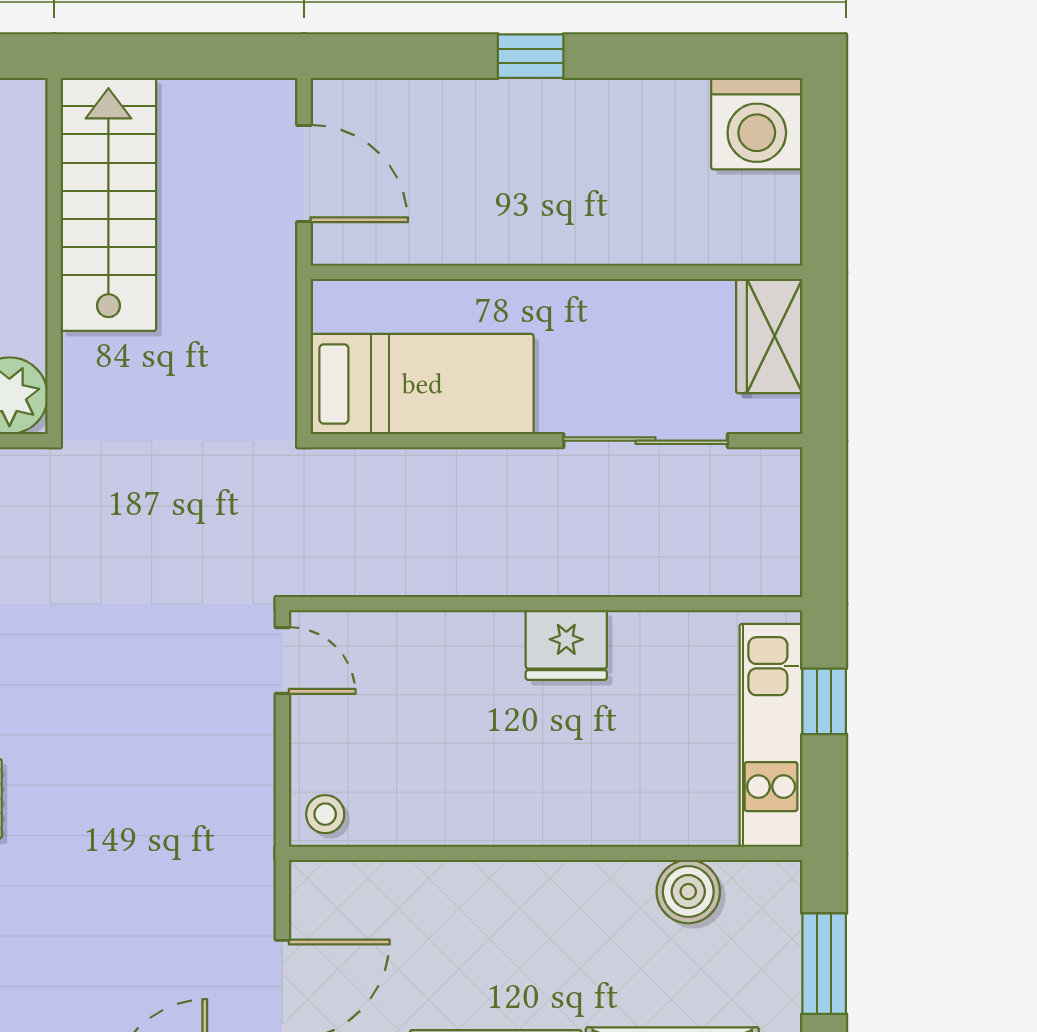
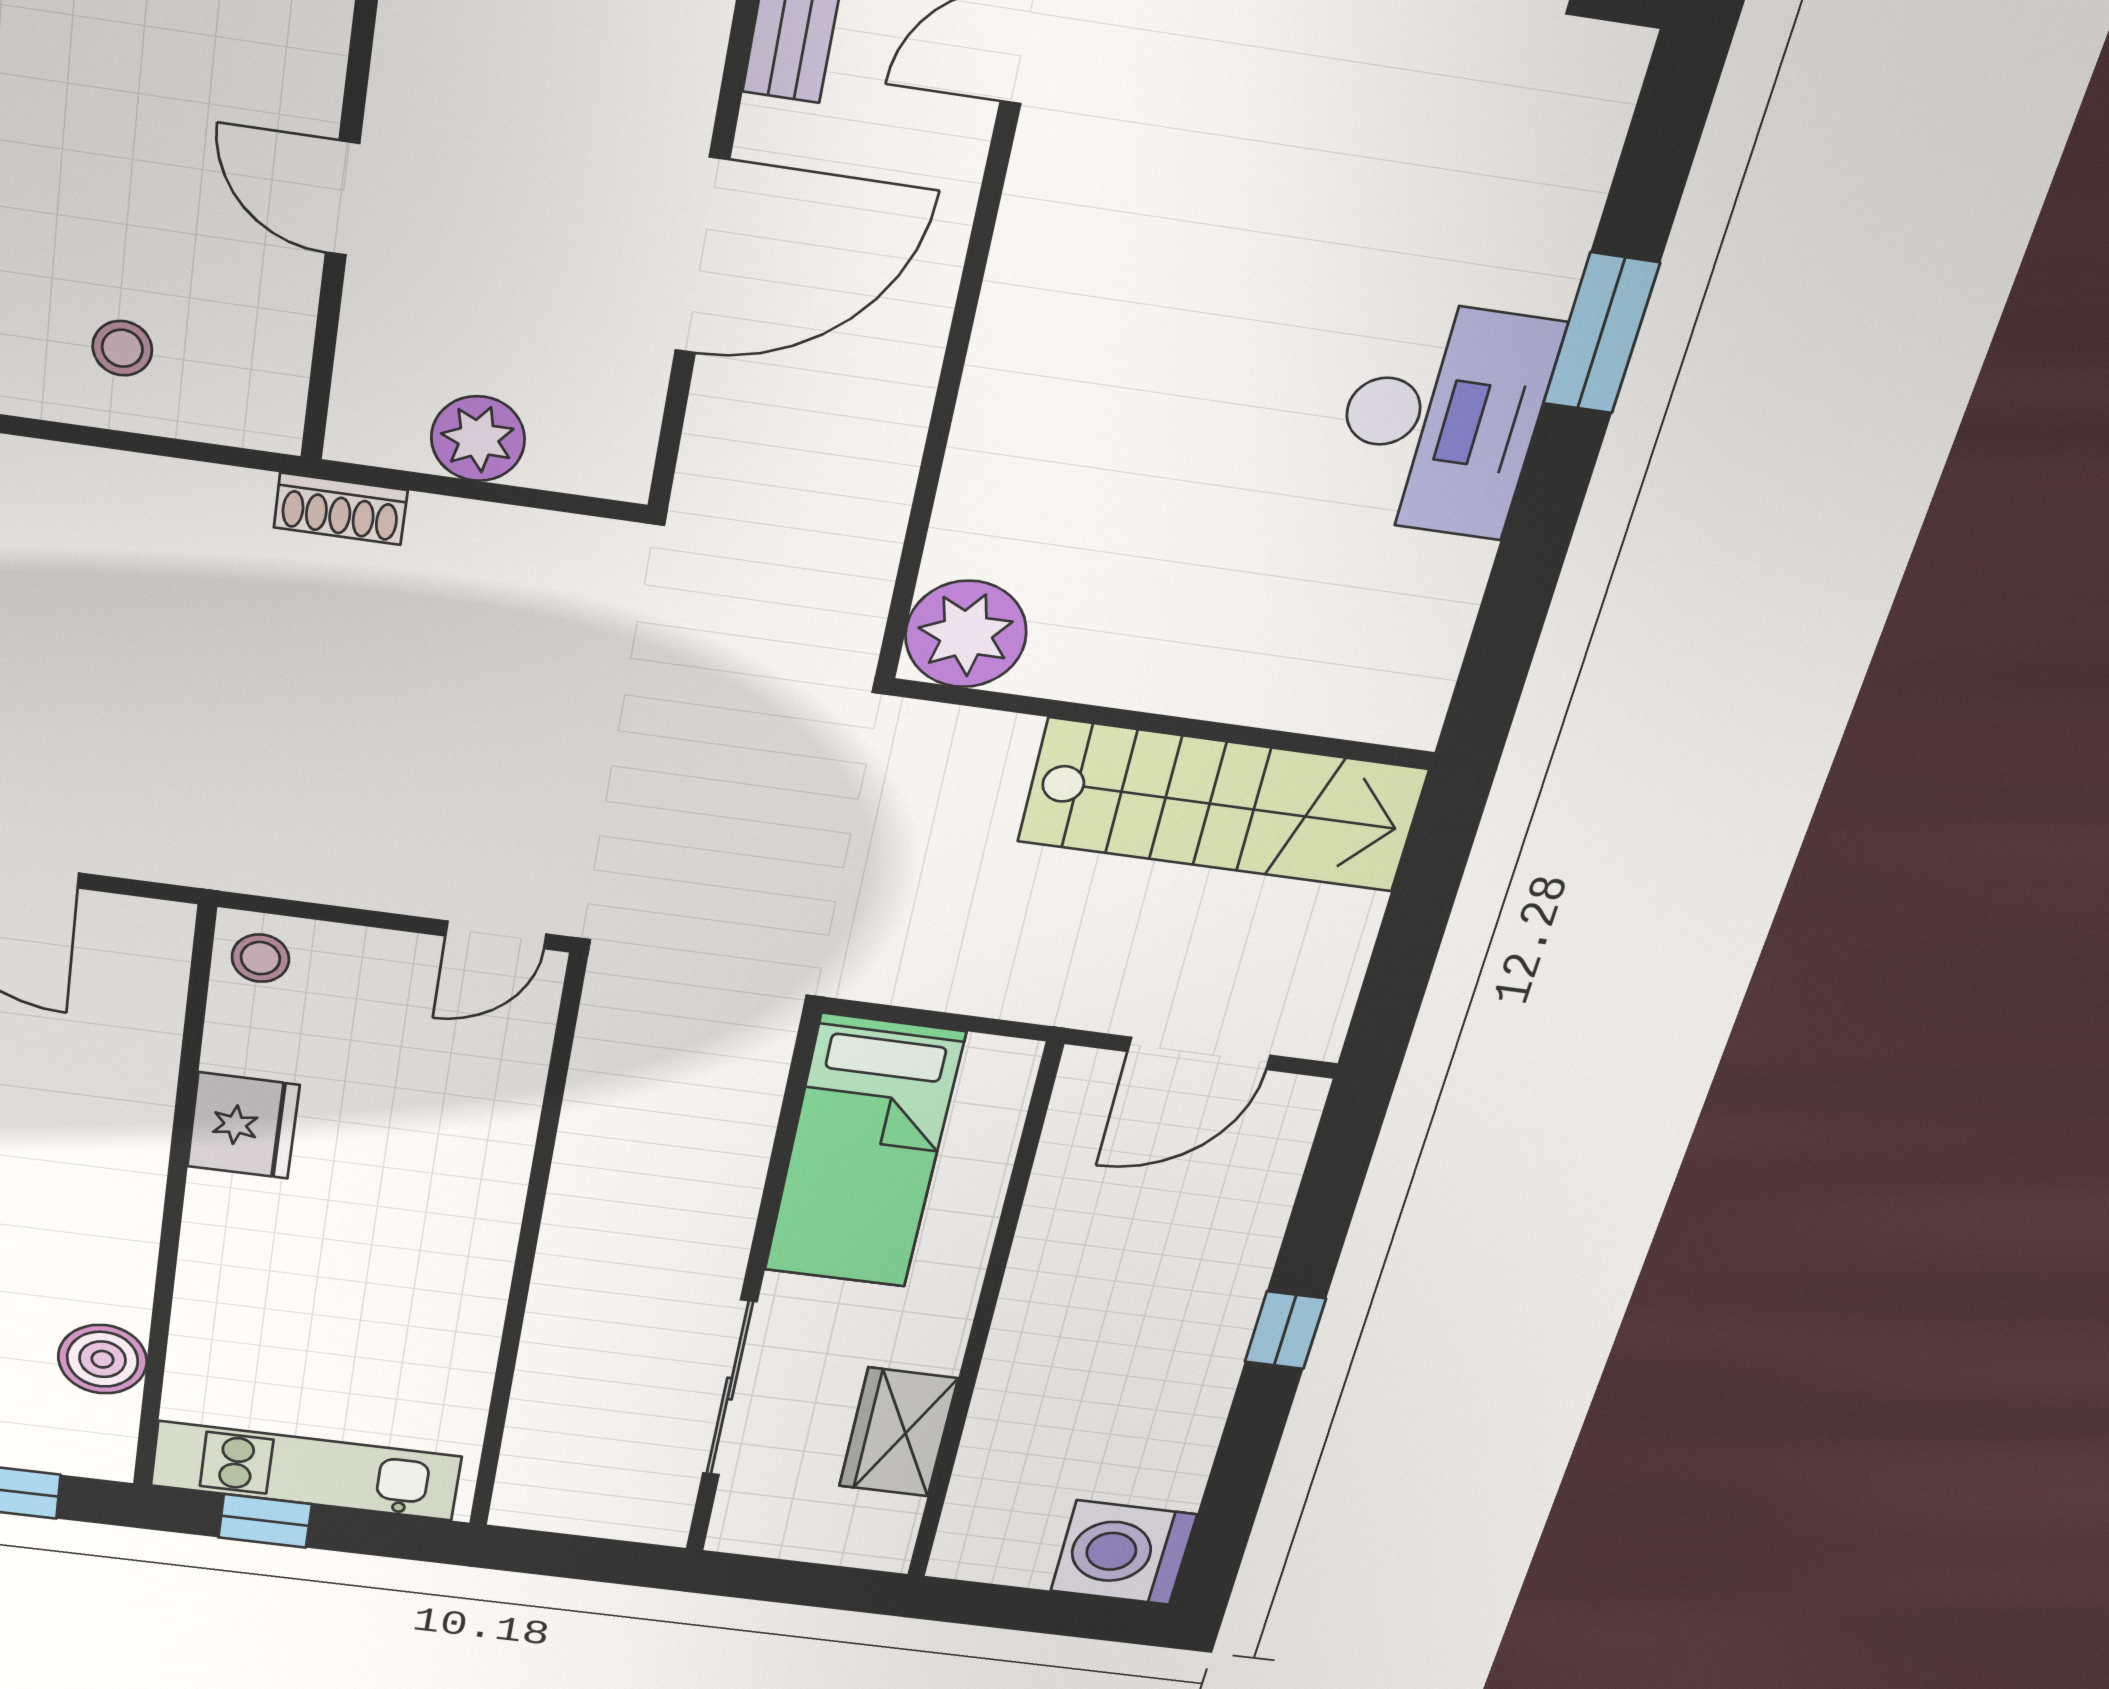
wardrobe: (769, 336) -> (898, 1432), moved, turned -90
fridge: (566, 645) -> (243, 1126), moved, turned 180
window: (824, 701) -> (265, 1521), moved

